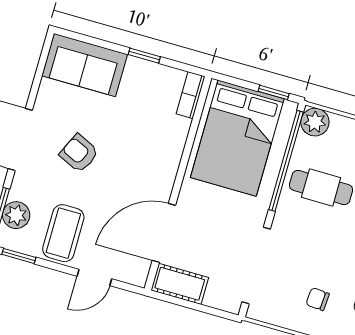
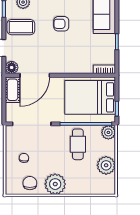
armchair: (79, 153) -> (61, 24), turned -115
door: (164, 233) -> (35, 75), swing flipped
floor lamp: (136, 273) -> (12, 67), added

